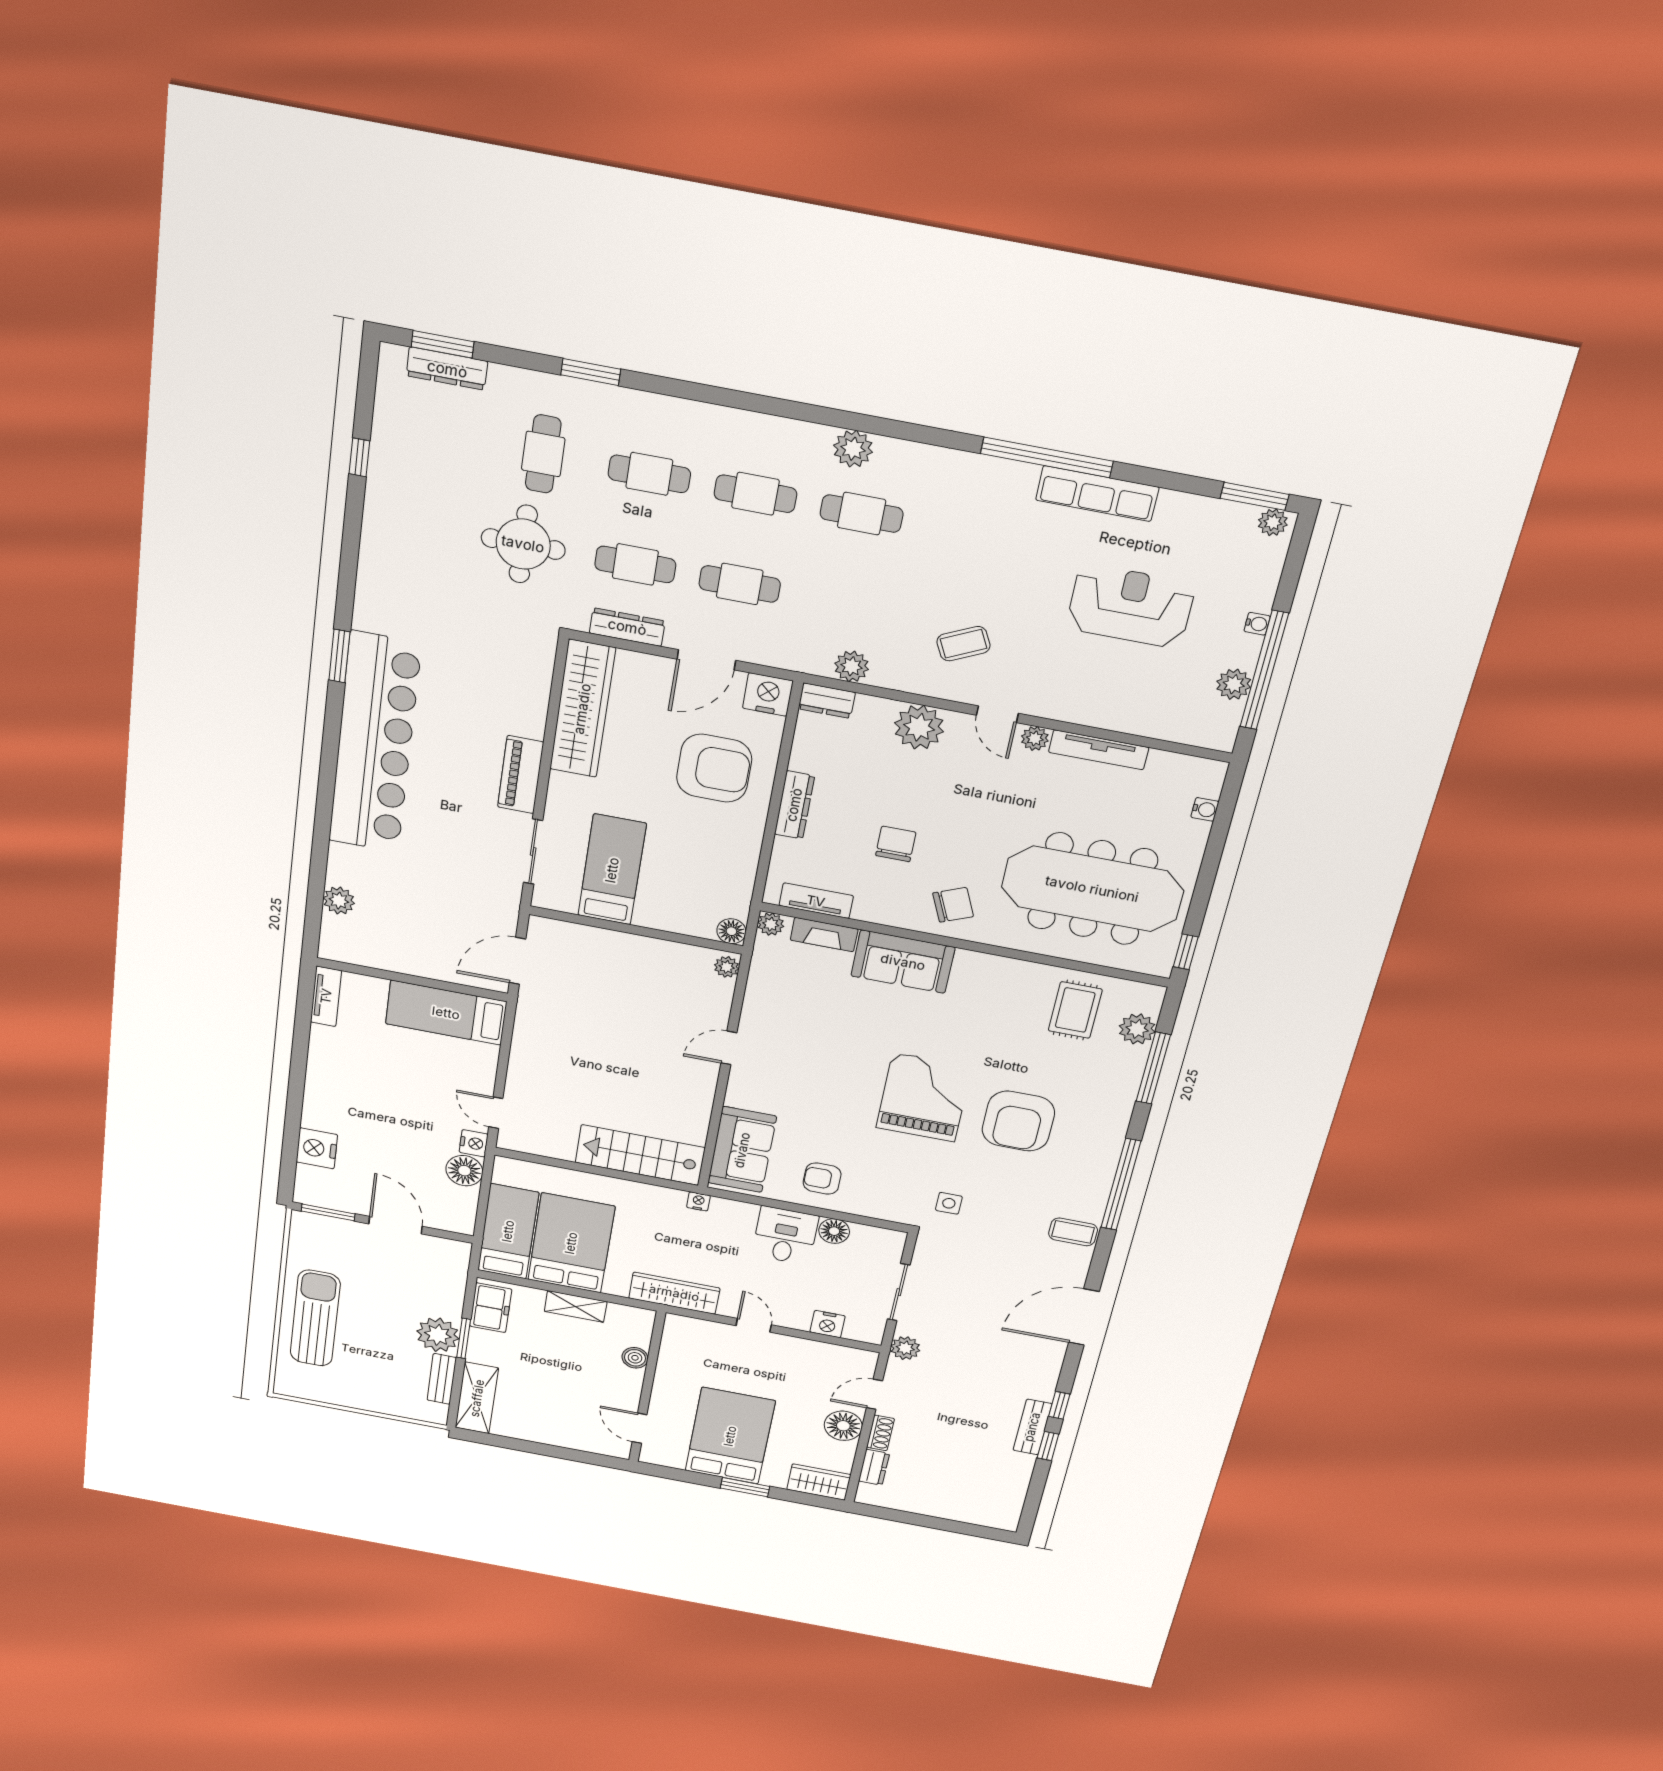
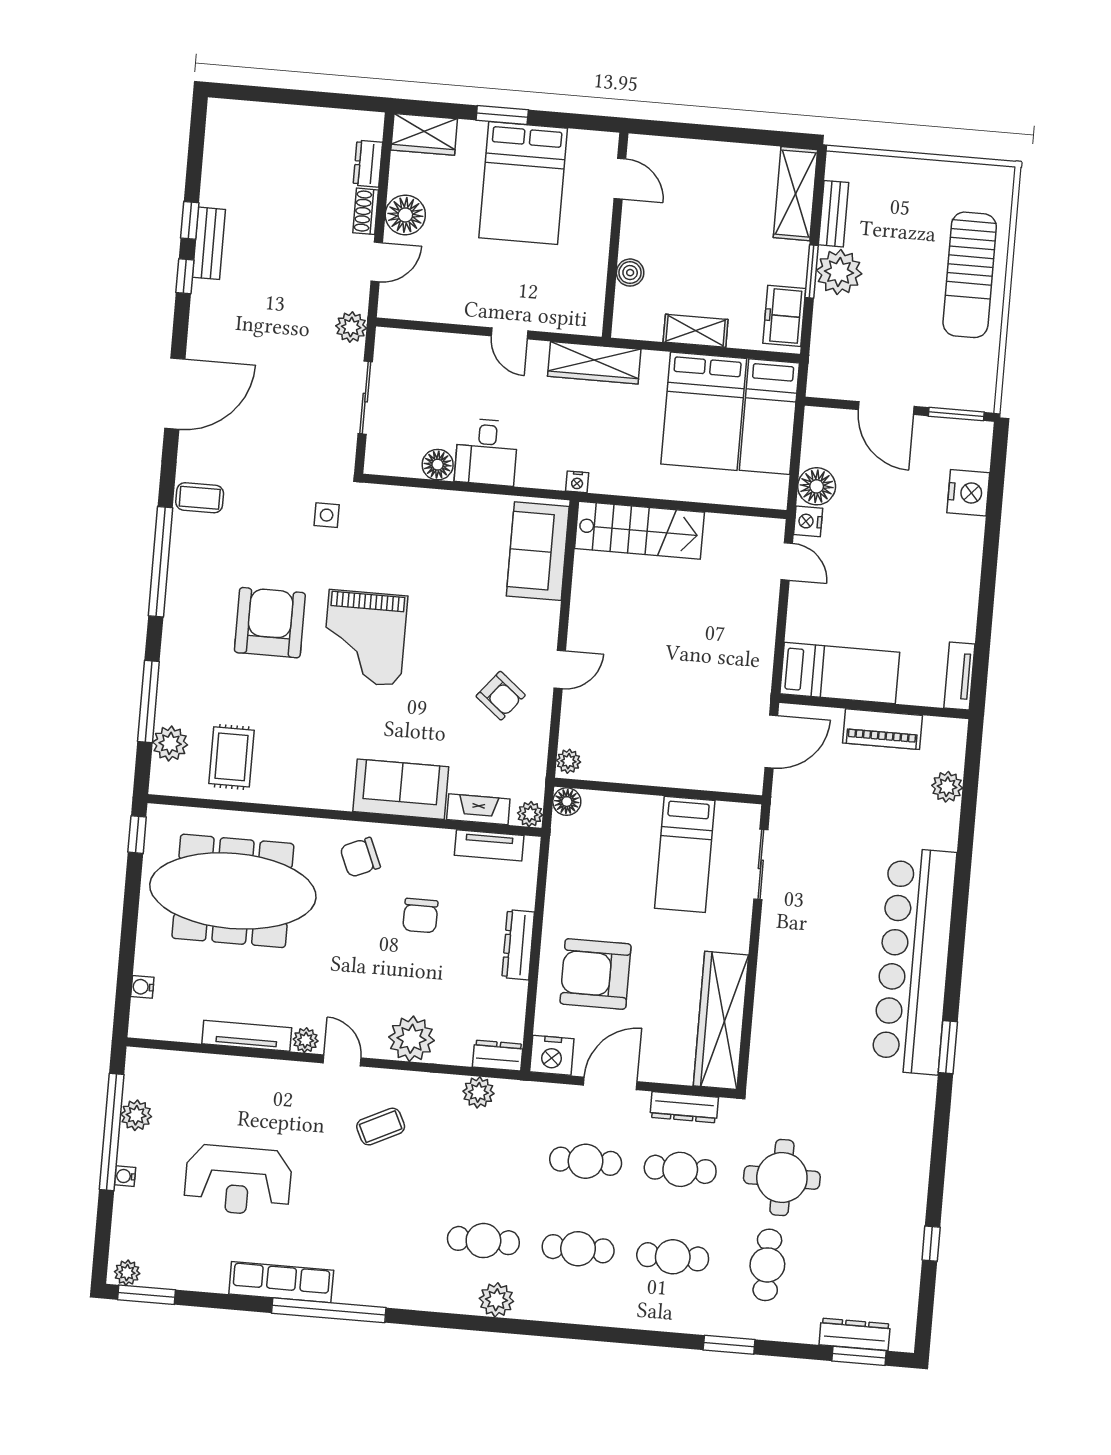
piano: (521, 775) -> (883, 729), moved, turned 90
armchair: (822, 1179) -> (501, 696), moved, turned 39
nightstand: (828, 1324) -> (434, 346), removed

